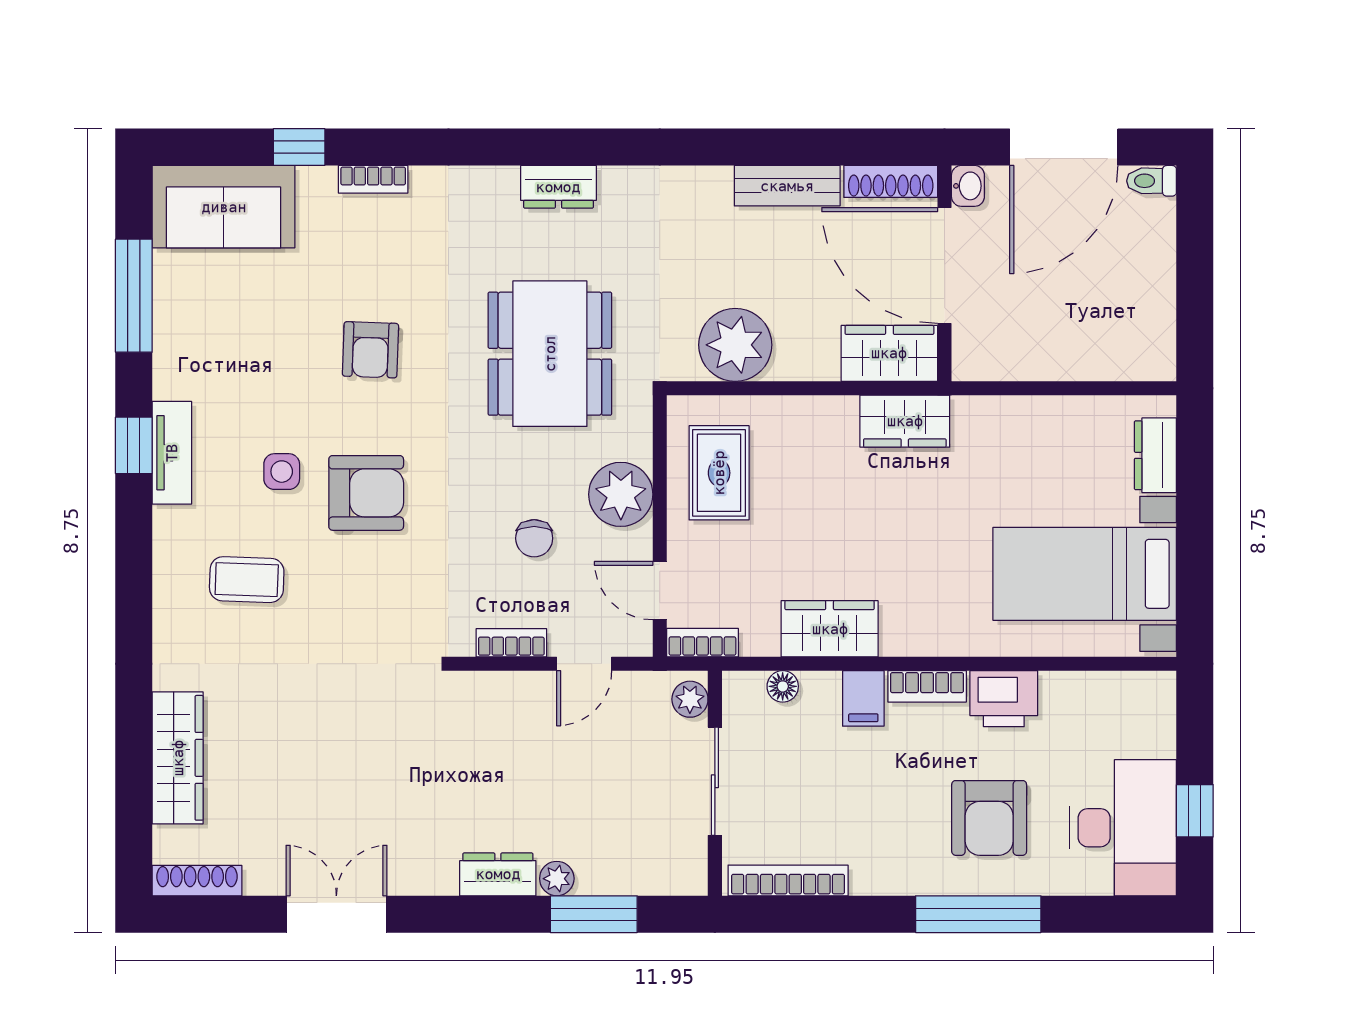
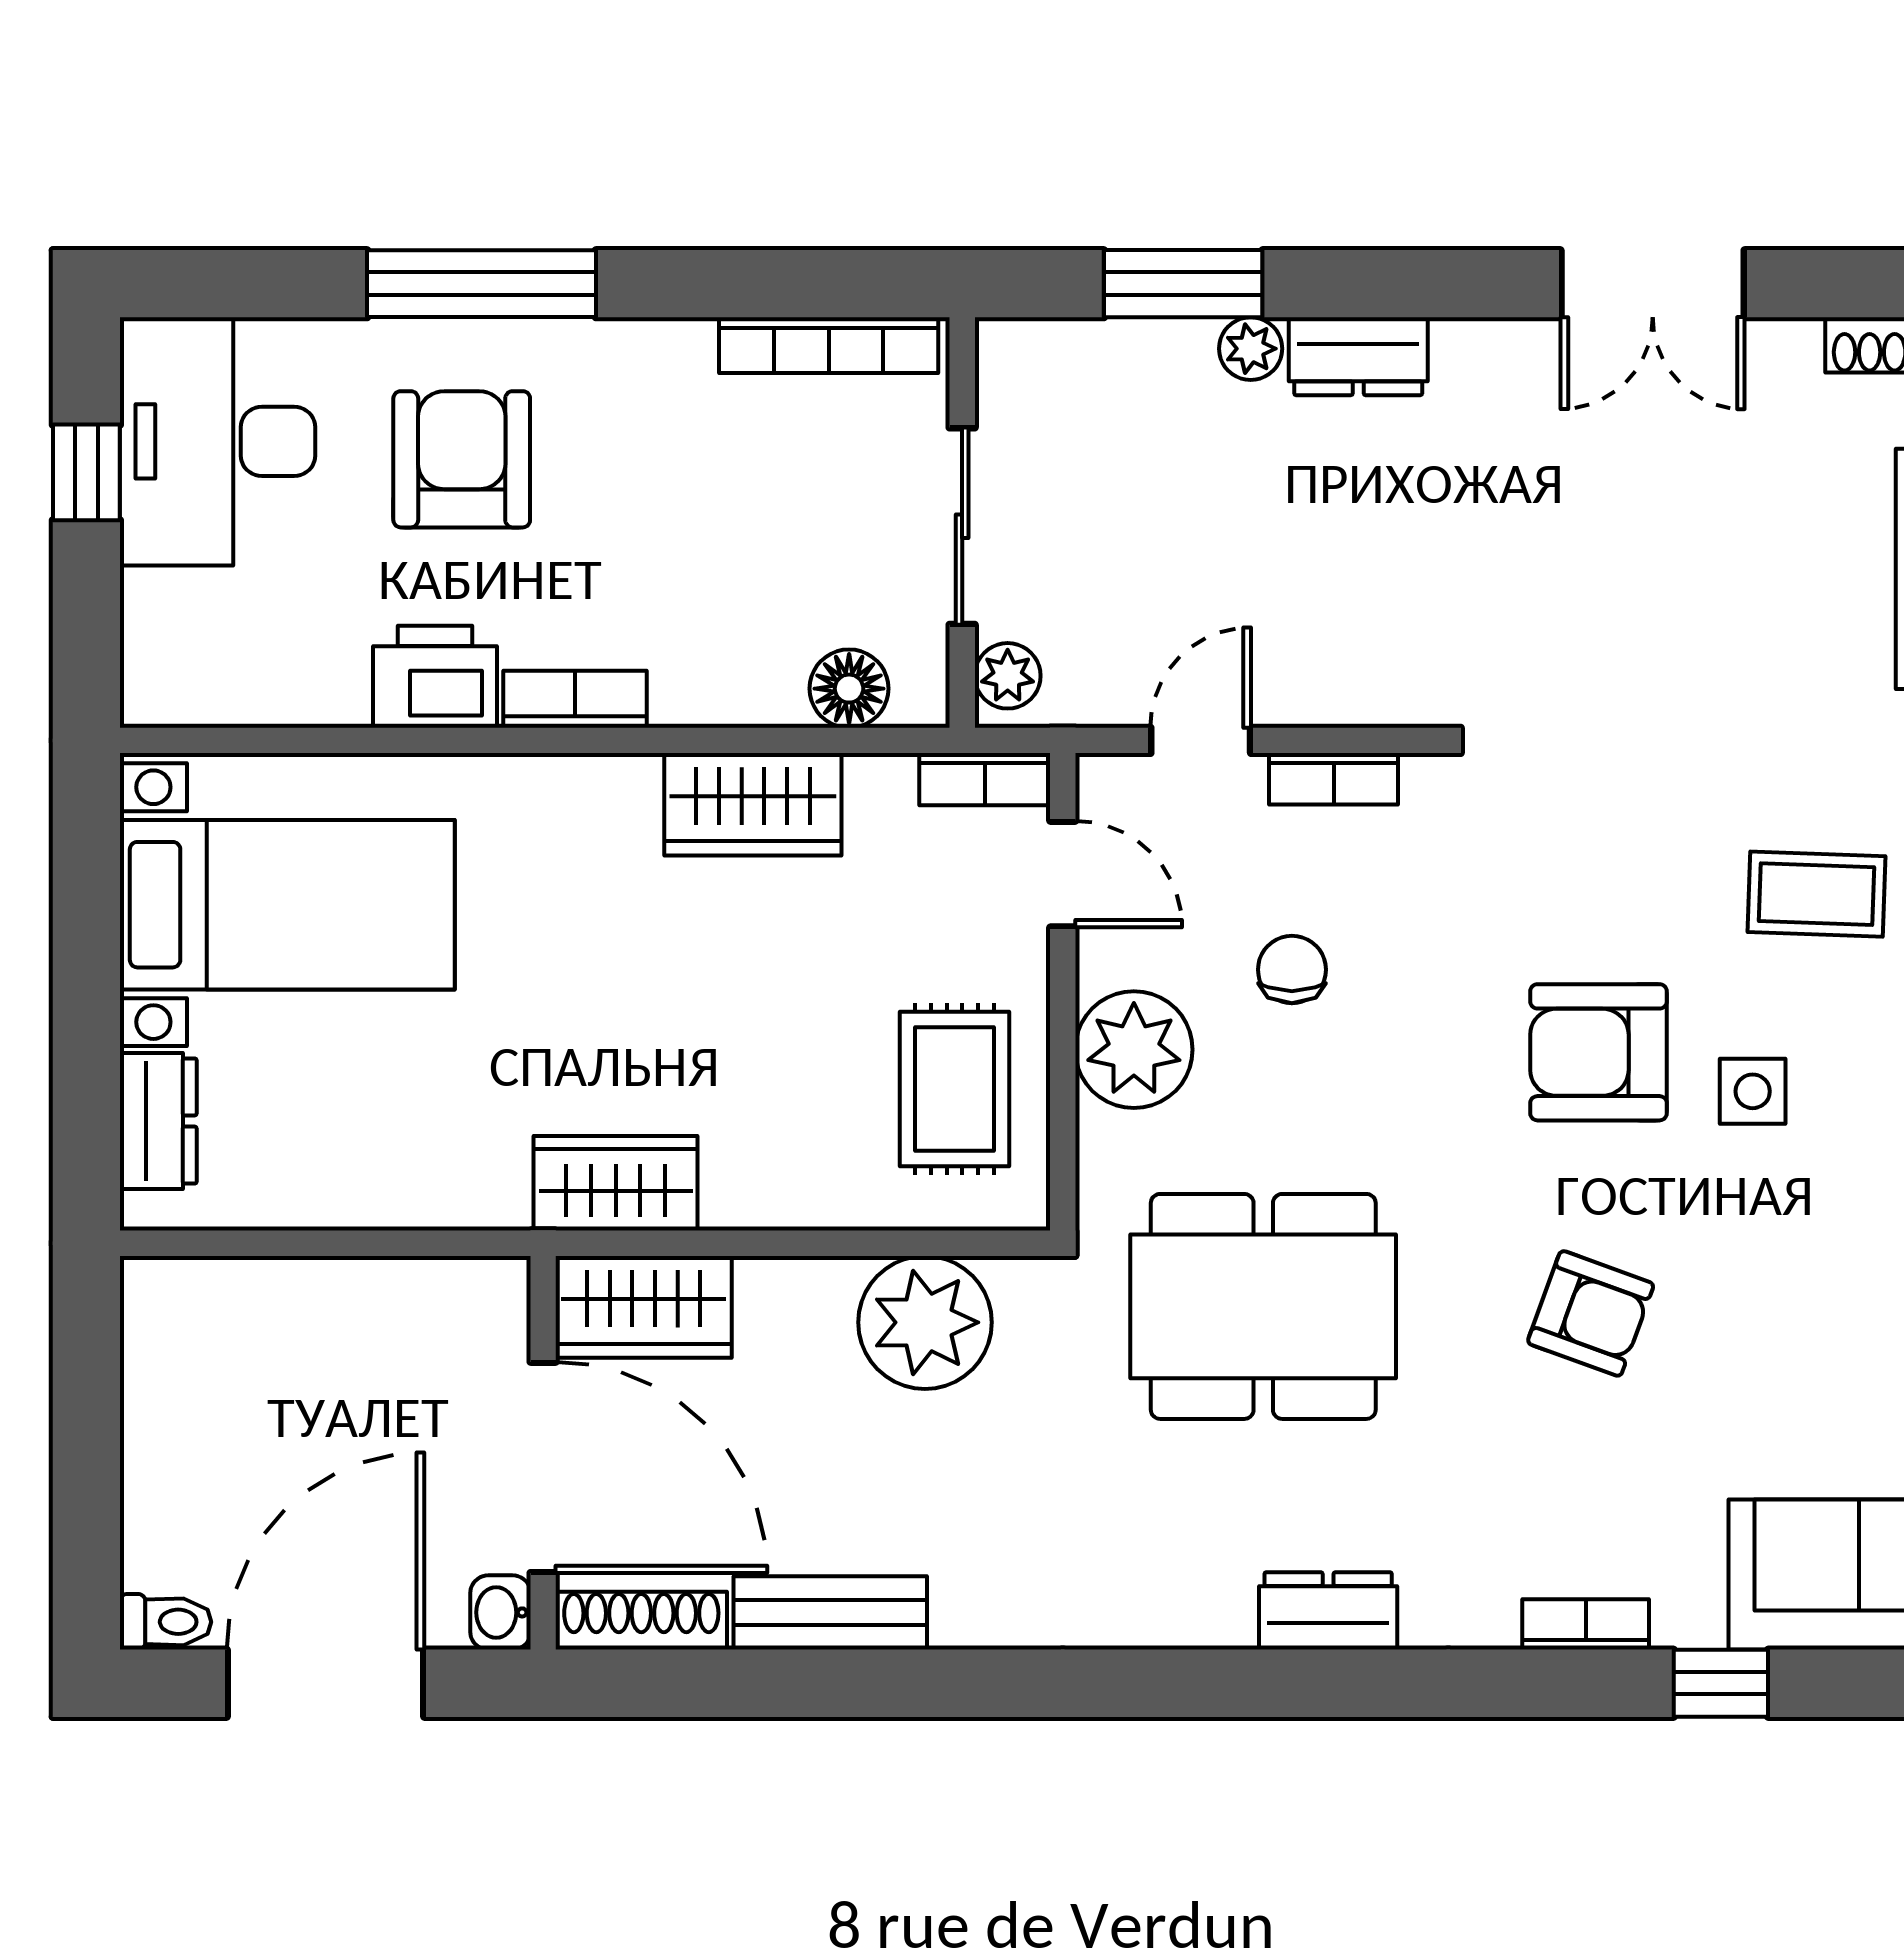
dresser: (558, 187) -> (1328, 1611), moved
armchair: (370, 350) -> (1591, 1313), turned 108
dining table: (550, 354) -> (1263, 1306), turned 90
floor lamp: (783, 686) -> (849, 689), width x1.37, depth x1.37
filing cabinet: (863, 698) -> (691, 677), removed

